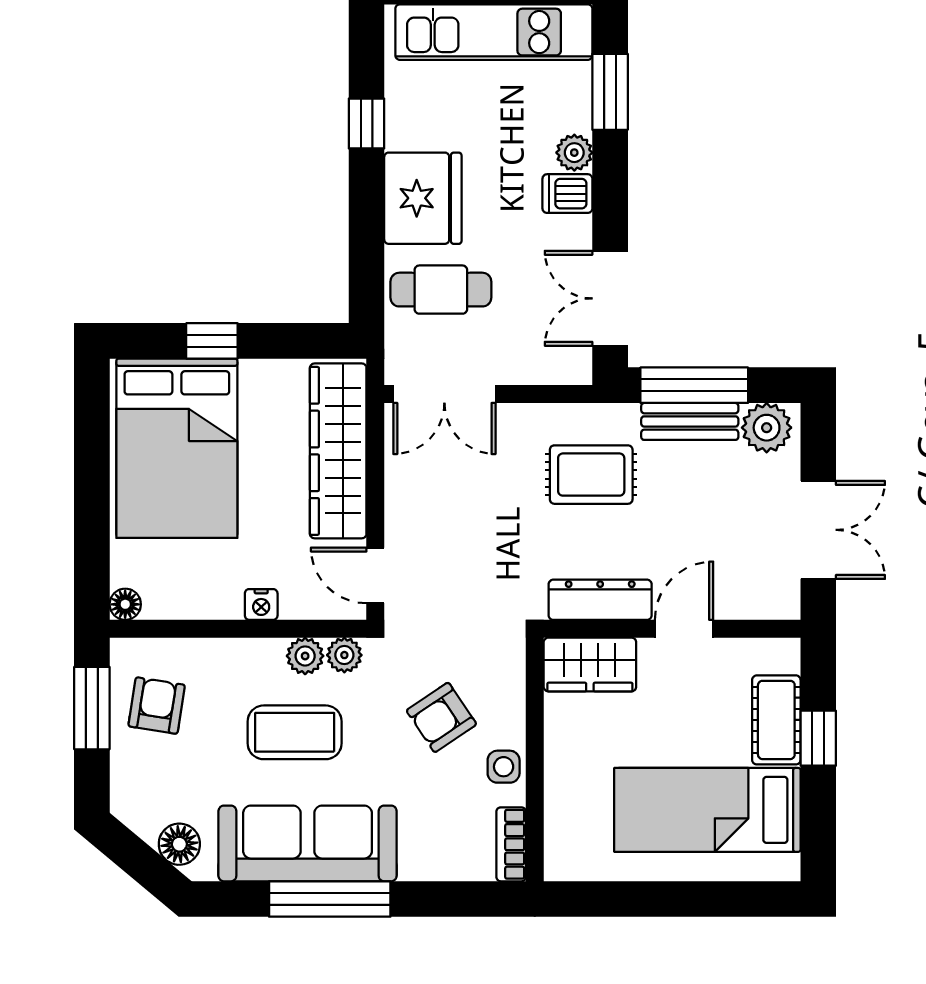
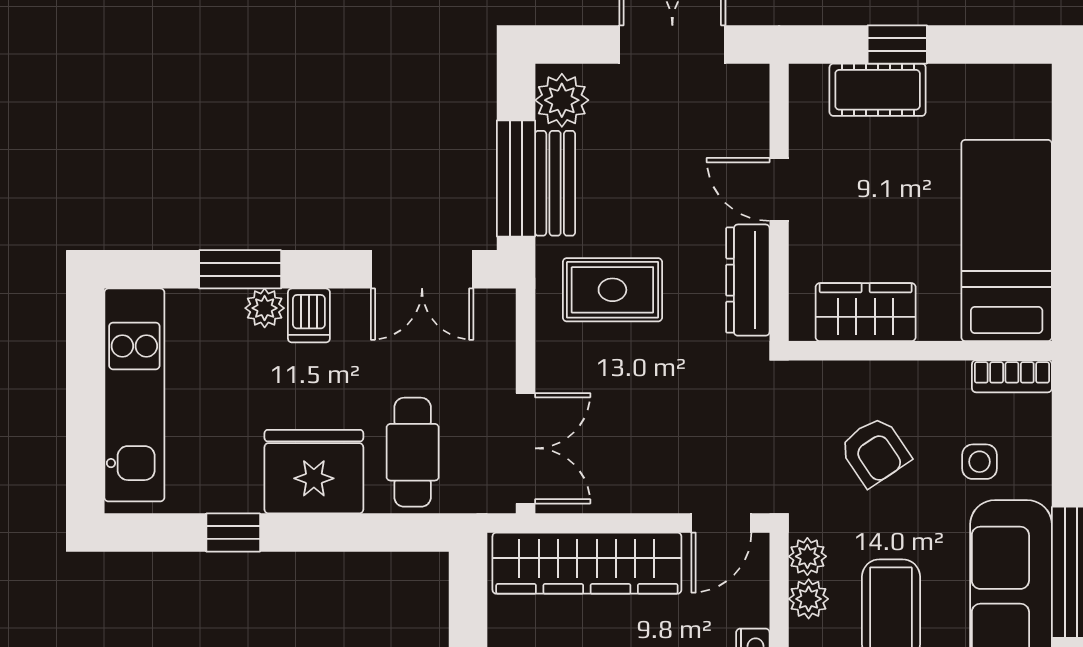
window: (610, 92) -> (240, 269), moved
rug: (591, 475) -> (612, 290), turned 90
wardrobe: (590, 664) -> (866, 312), moved, turned -90
side table: (504, 767) -> (980, 462), moved
bed: (707, 810) -> (1007, 240), moved, turned 180

